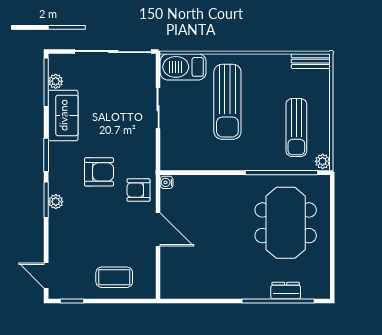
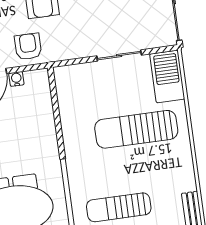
water cooler: (167, 182) -> (16, 79), moved

